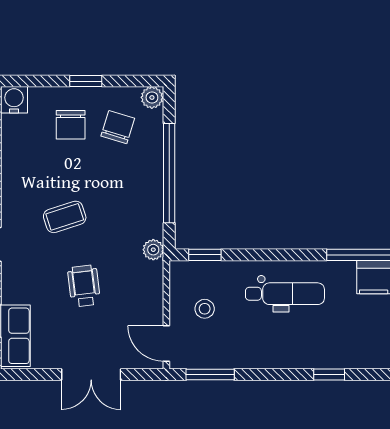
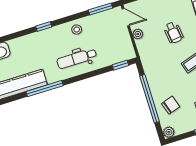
chair: (118, 127) -> (171, 105), moved, turned -125
plant: (153, 250) -> (138, 34), moved
stool: (205, 309) -> (77, 30), moved

